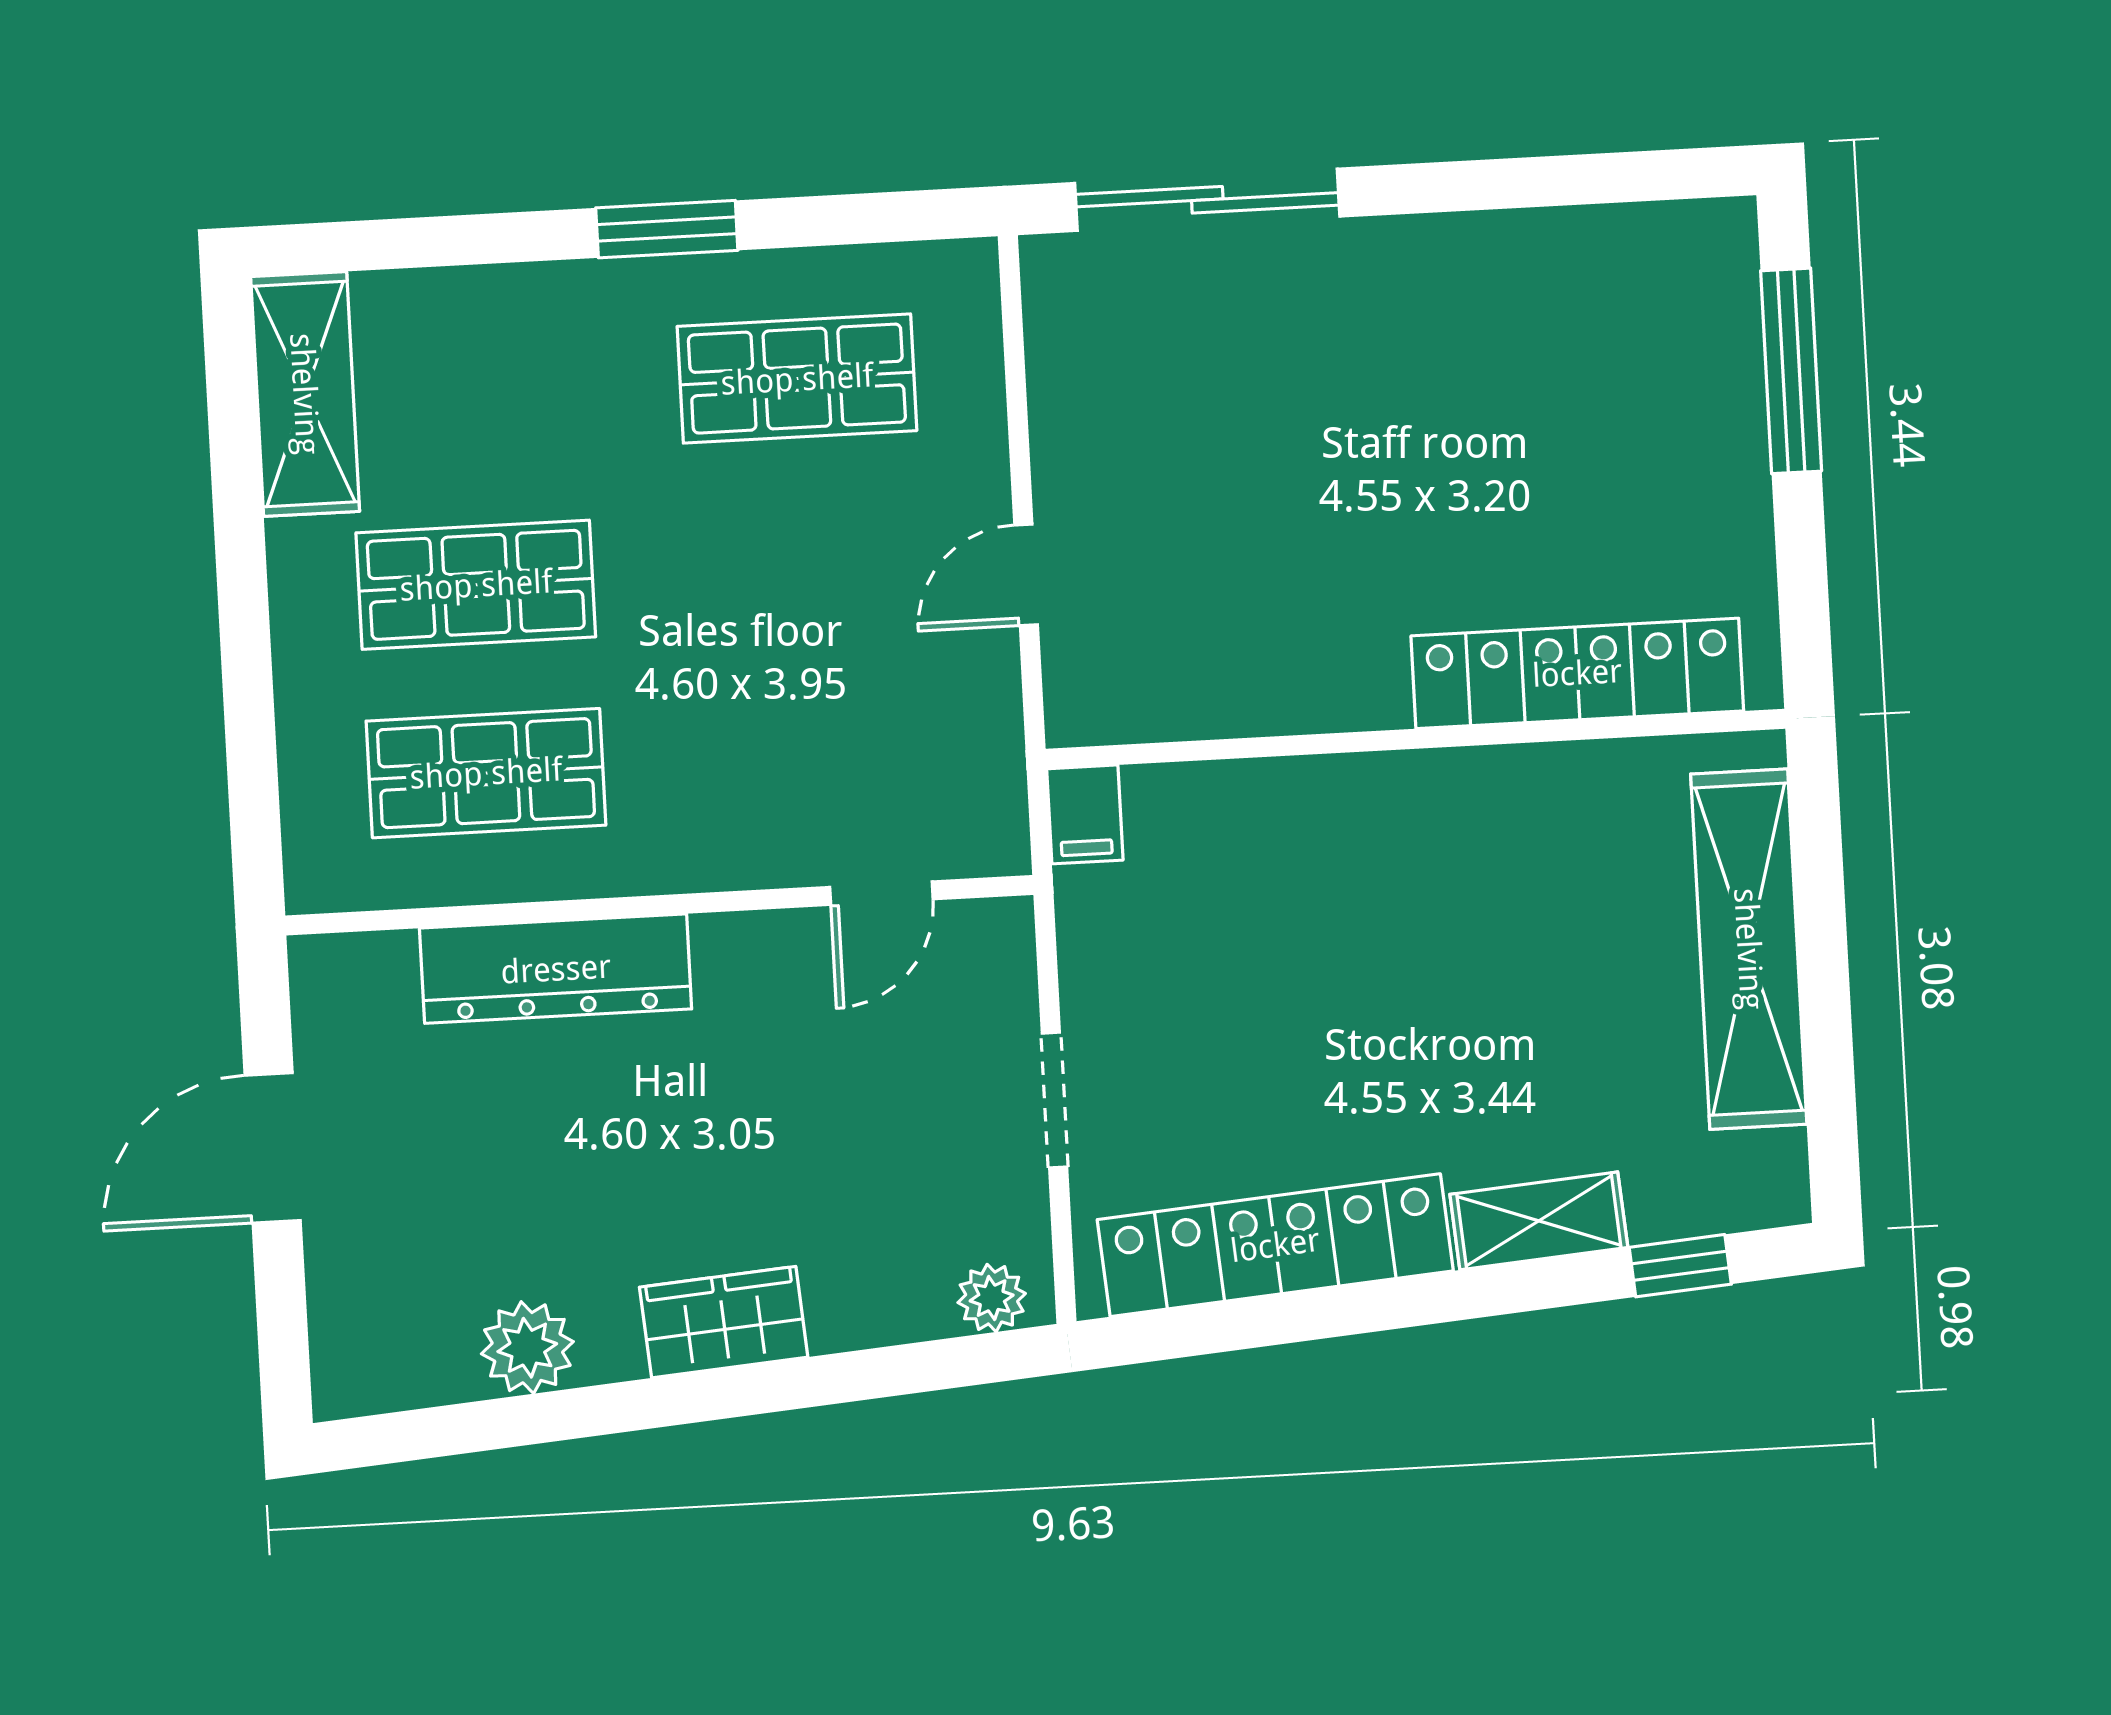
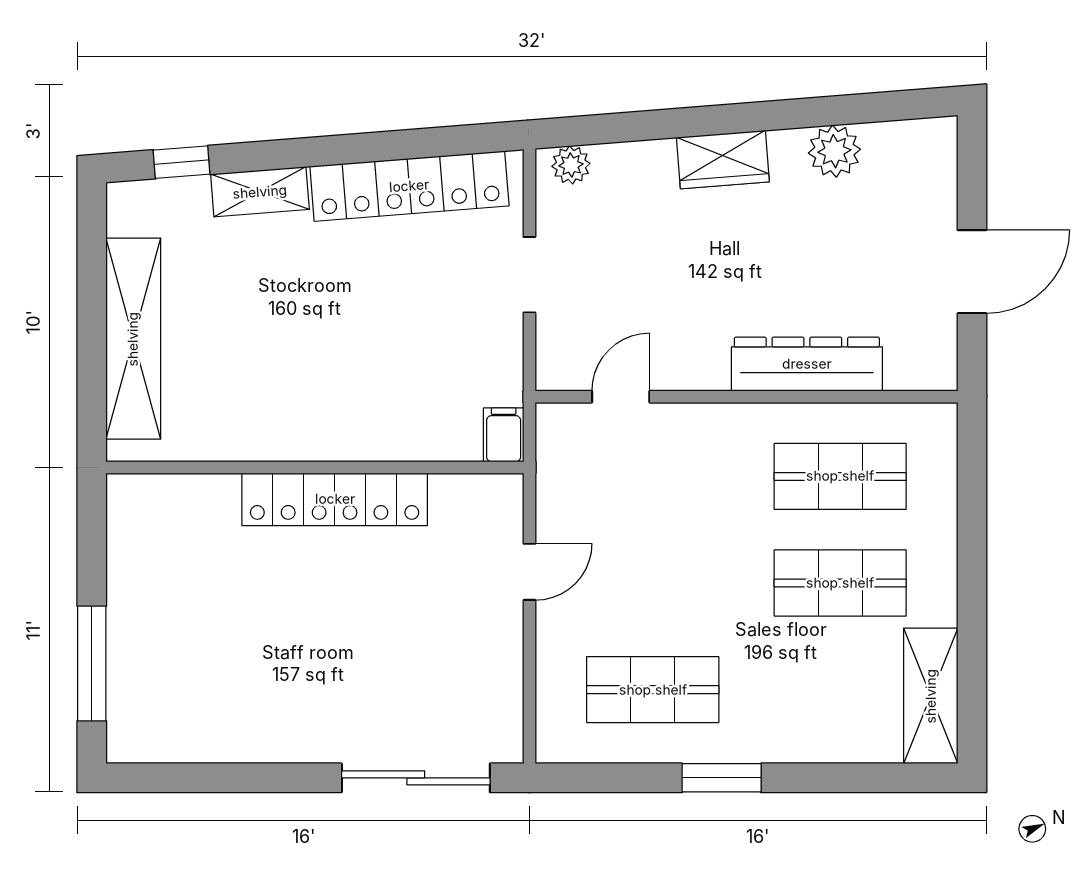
locker: (1577, 673) -> (335, 499), moved

